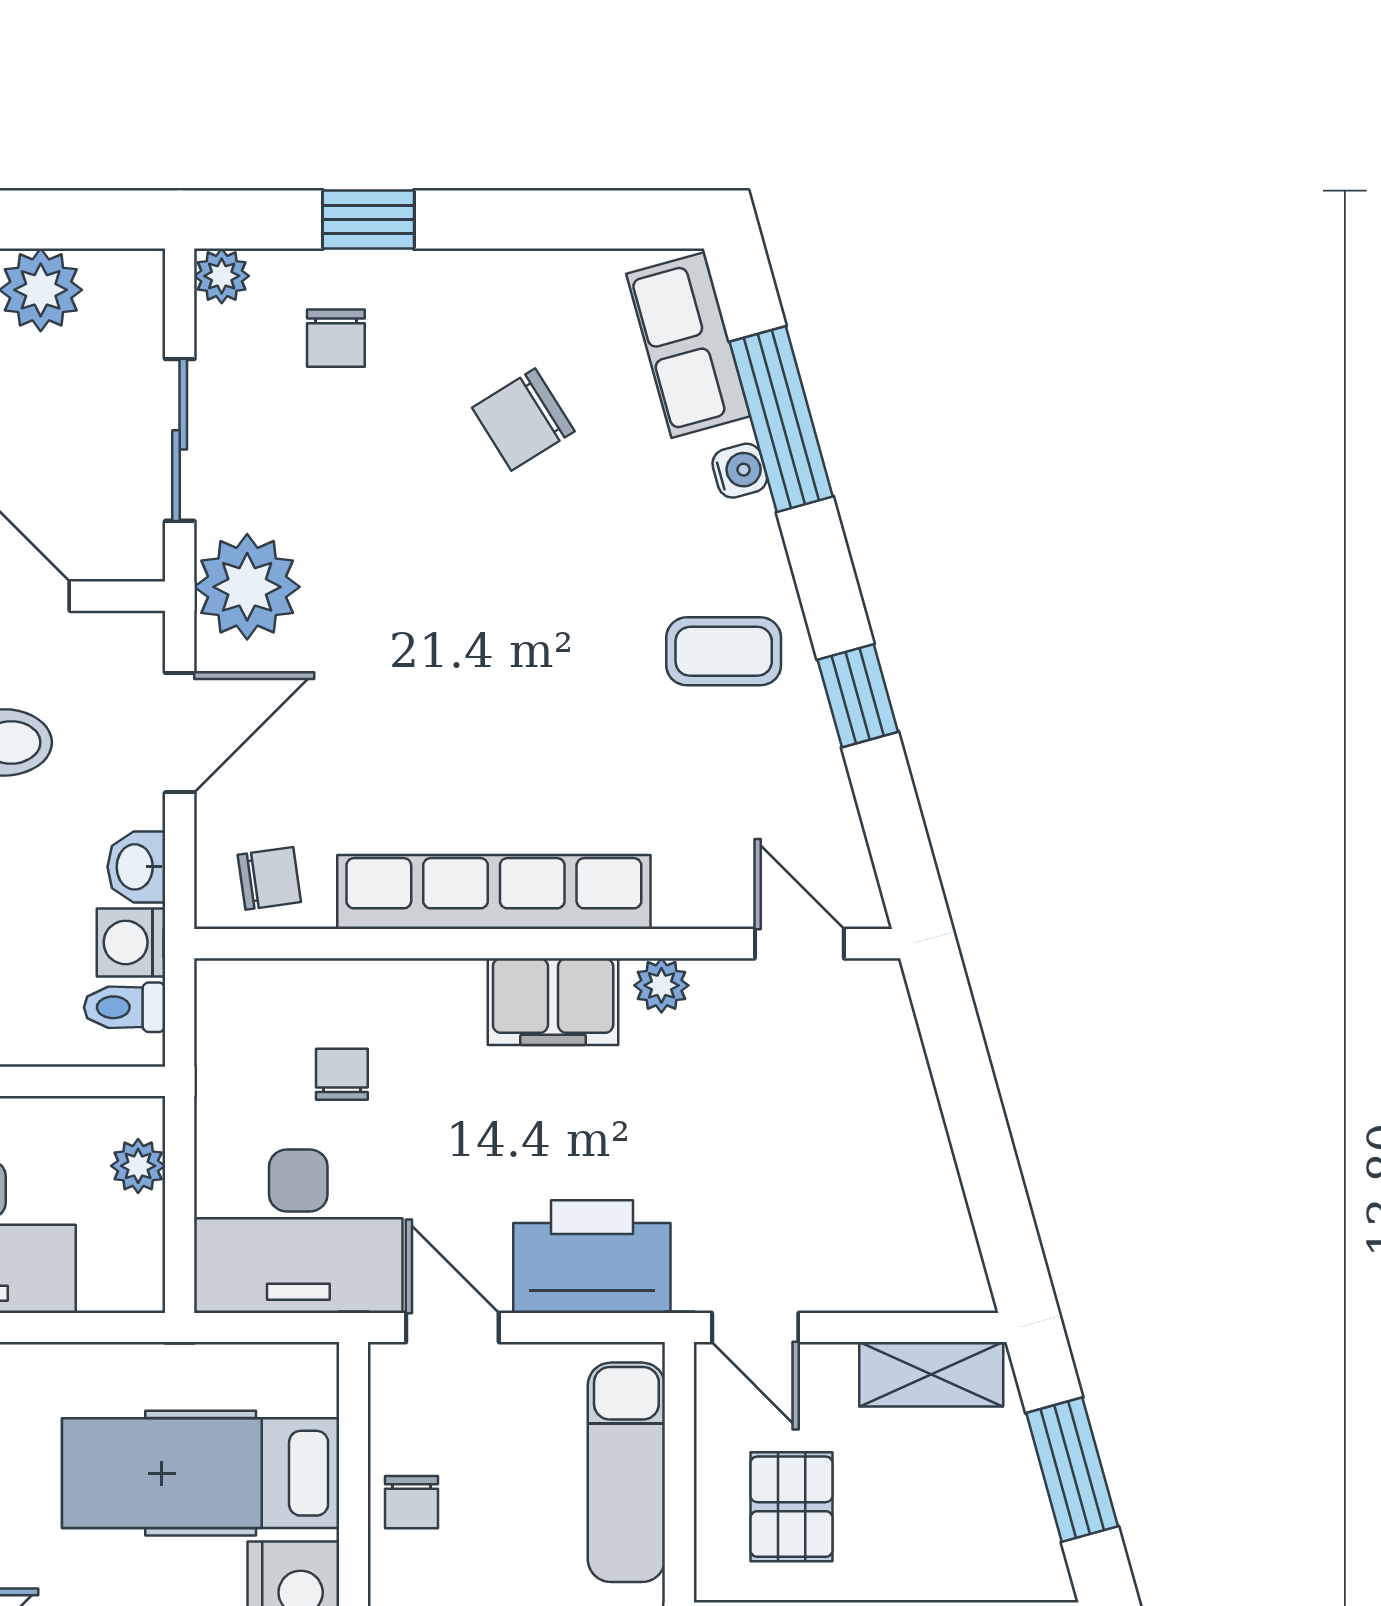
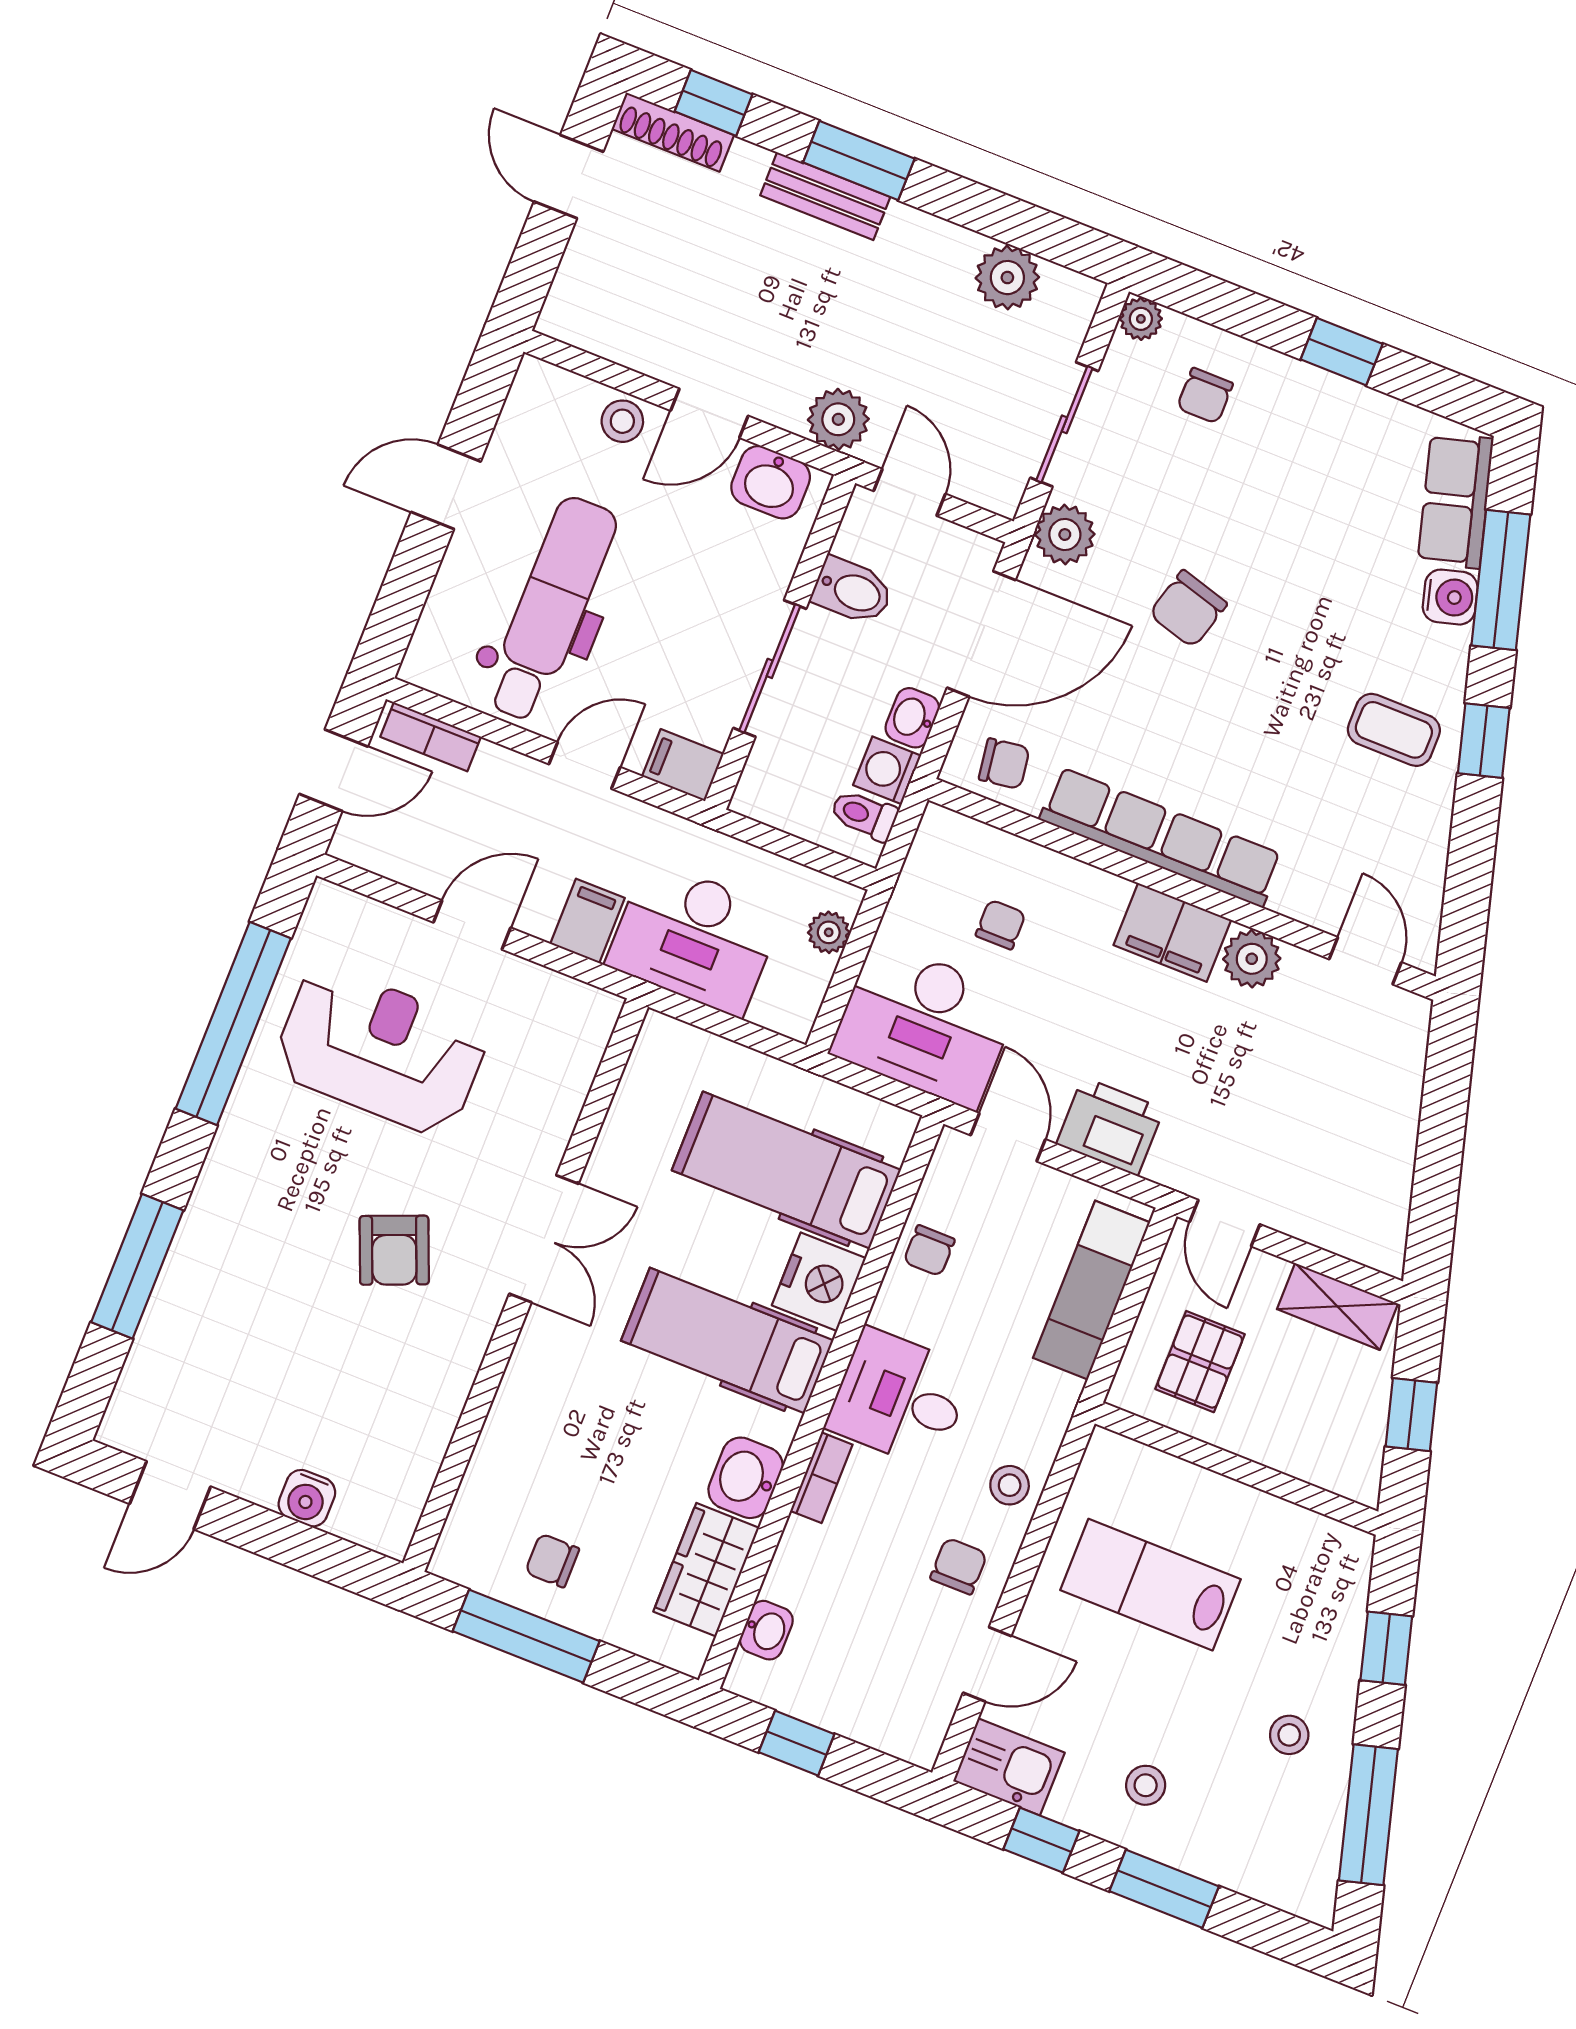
window: (368, 220) -> (1342, 352), moved
chair: (523, 419) -> (1188, 609), moved, turned -42
water cooler: (740, 471) -> (1450, 597), width x1.38, depth x1.38
plant: (247, 587) -> (1065, 535), width x0.73, depth x0.73
window: (858, 696) -> (1484, 741), moved
door: (180, 733) -> (981, 634), width x1.36
plant: (661, 985) -> (1252, 959), width x1.38, depth x1.38
printer: (592, 1257) -> (1110, 1126), width x0.73, depth x0.84
window: (1072, 1470) -> (1411, 1415), width x0.67

